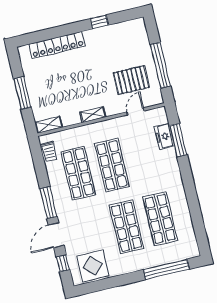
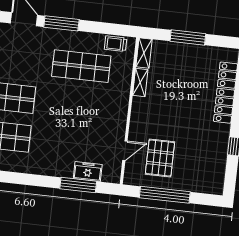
door: (136, 111) -> (125, 151), hinge flipped
shelving: (93, 115) -> (140, 82), moved
shop shelf: (112, 165) -> (77, 105), removed

